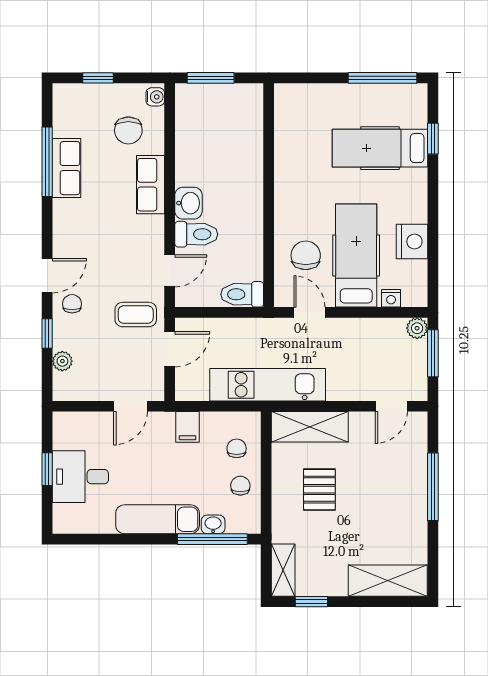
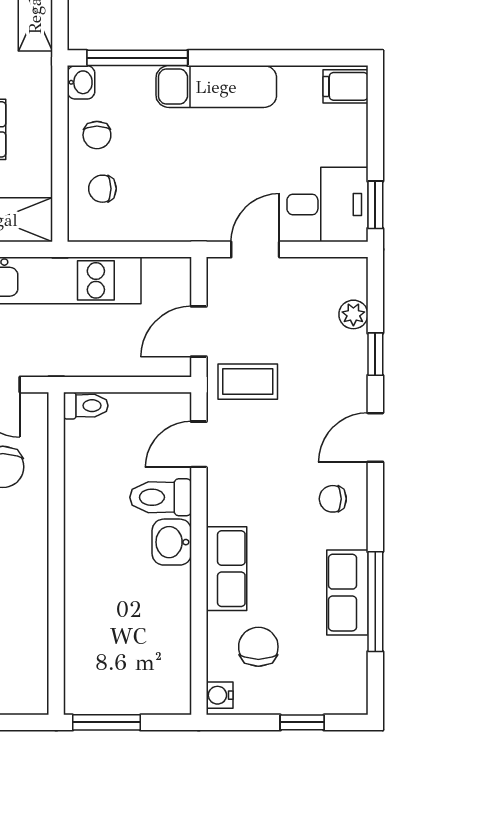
window: (211, 78) -> (106, 722), moved
toilet: (242, 294) -> (86, 406), width x0.73, depth x0.72
chair: (72, 304) -> (333, 499), moved, turned 90
filing cabinet: (187, 427) -> (346, 86), moved, turned -90
chair: (237, 448) -> (102, 189), turned 90
window: (47, 469) -> (375, 205), moved
desk: (80, 477) -> (327, 204), moved
washbasin: (213, 524) -> (81, 82), moved, turned -90

